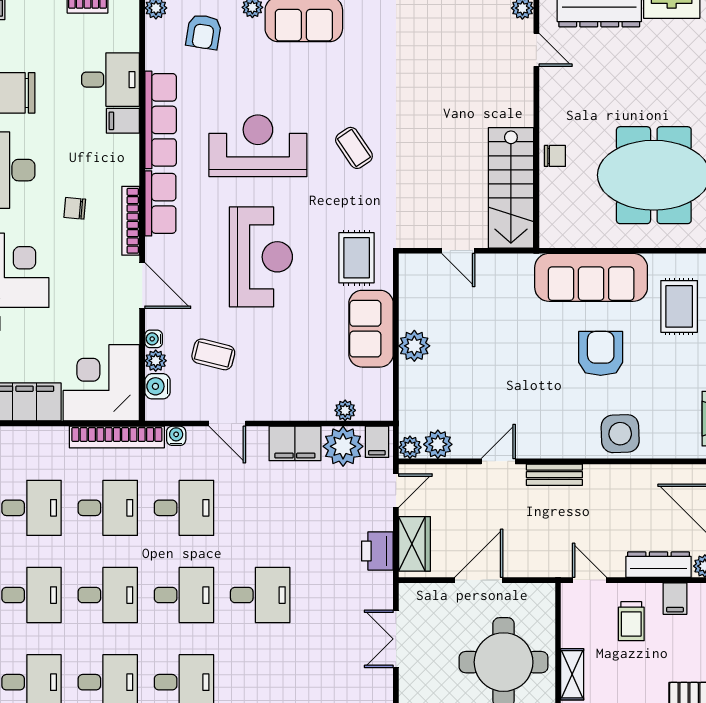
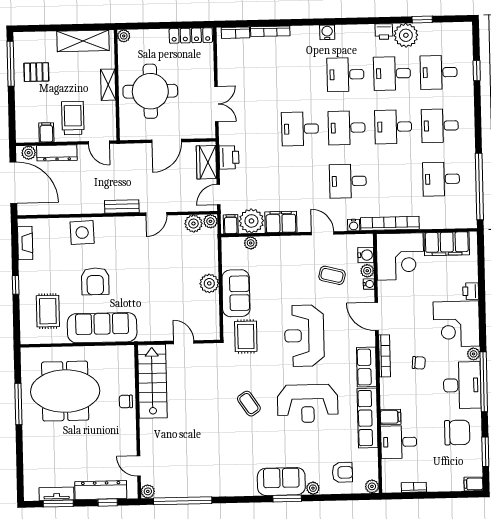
armchair: (204, 32) -> (342, 472), turned 81
desk: (108, 508) -> (394, 180), removed
trolley: (631, 621) -> (73, 118), width x1.36, depth x1.39

